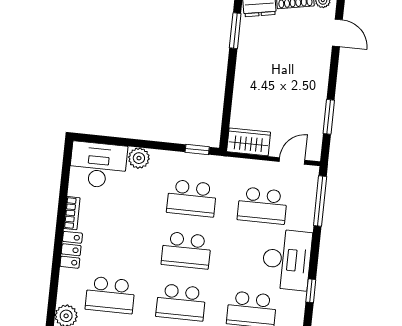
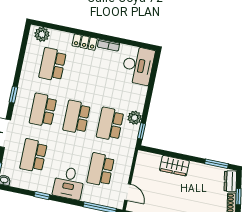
wardrobe: (249, 142) -> (174, 166), moved, turned 90
plant: (139, 158) -> (135, 118), moved
desk: (287, 260) -> (69, 183), width x0.73

